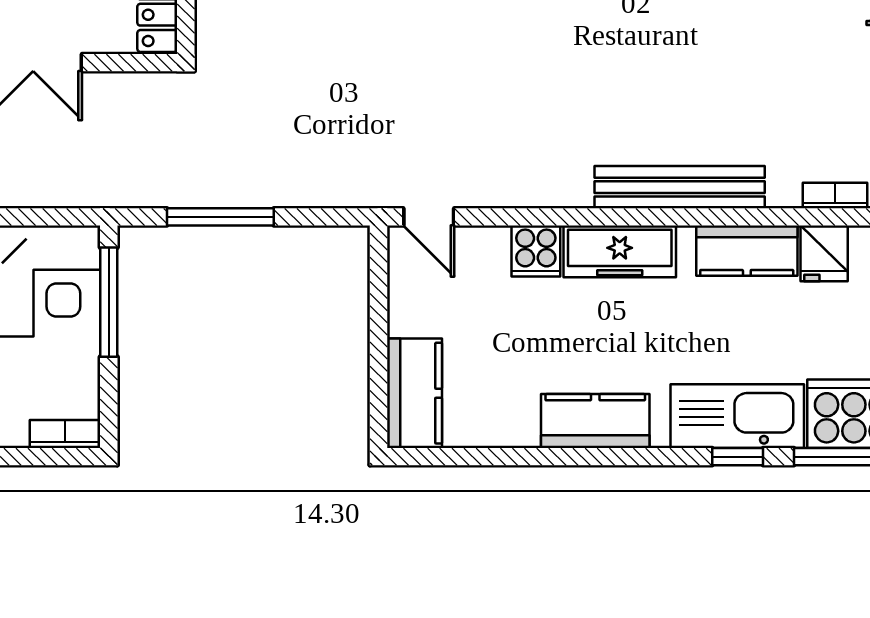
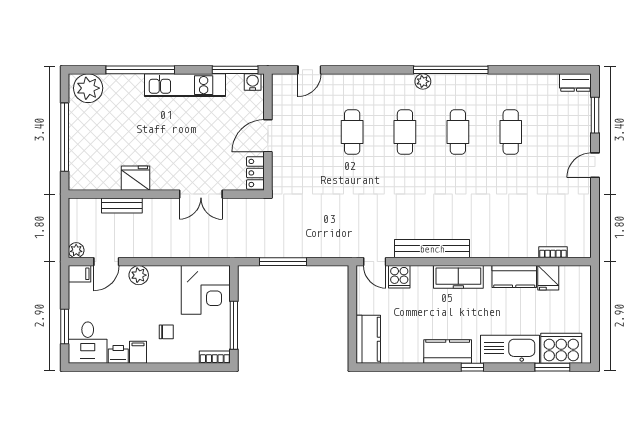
bench: (680, 187) -> (432, 249), moved
cooker: (536, 251) -> (399, 277), moved
window: (109, 302) -> (234, 325), moved
window: (738, 457) -> (472, 367), moved

